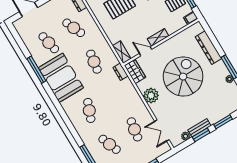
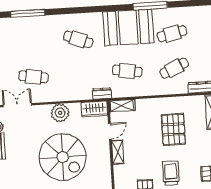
cafe table: (110, 144) -> (31, 42), removed

